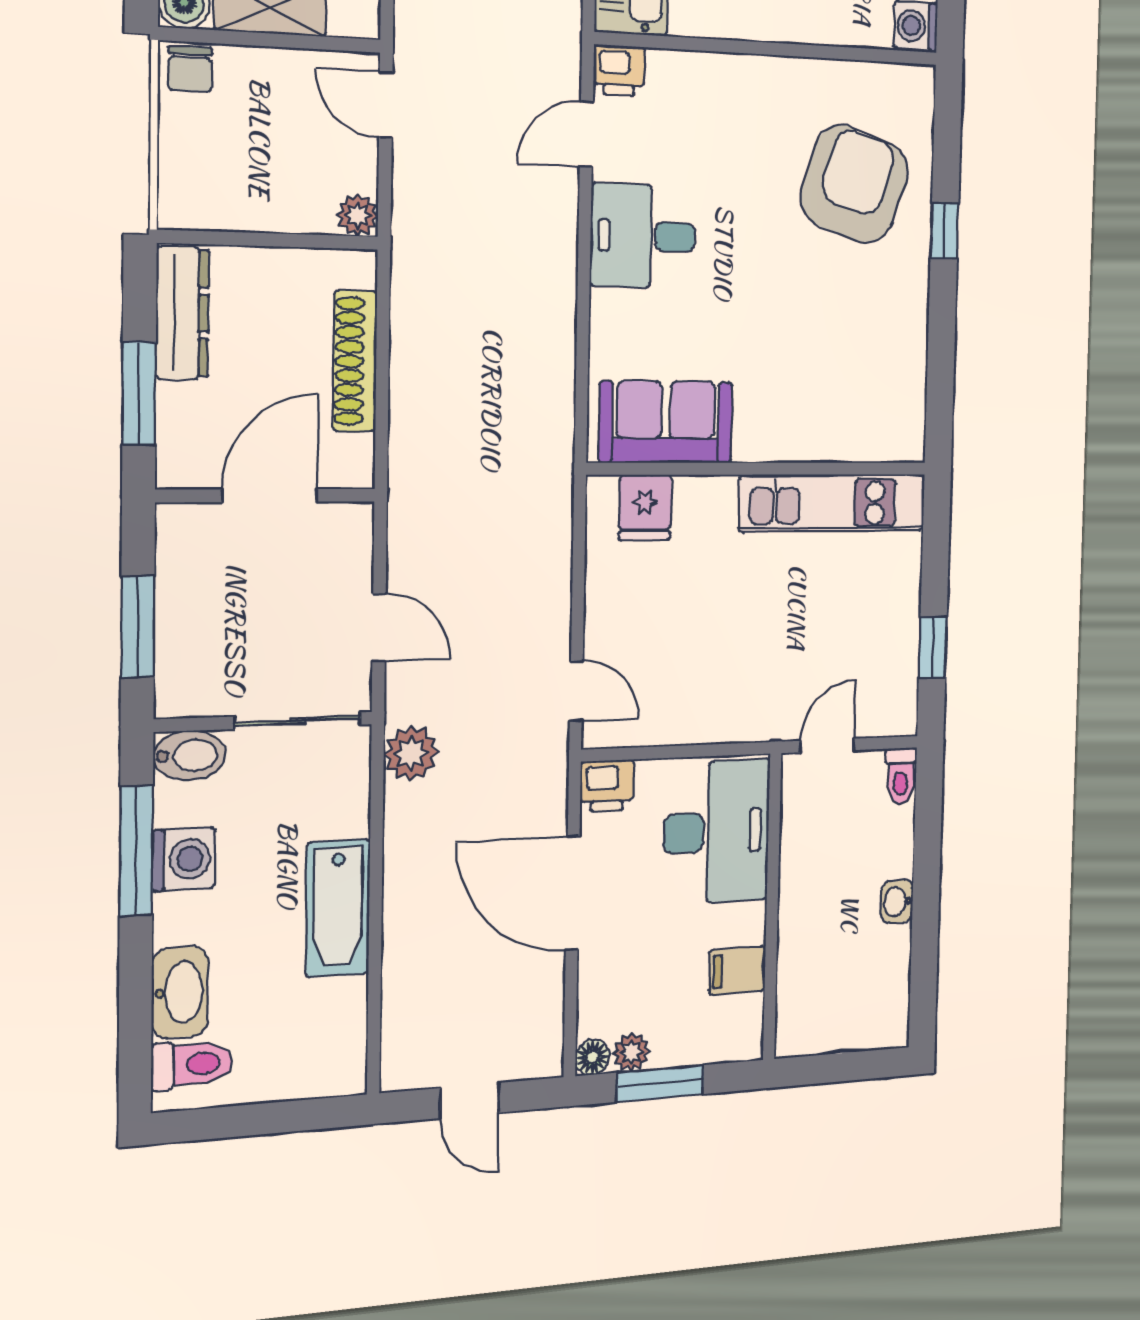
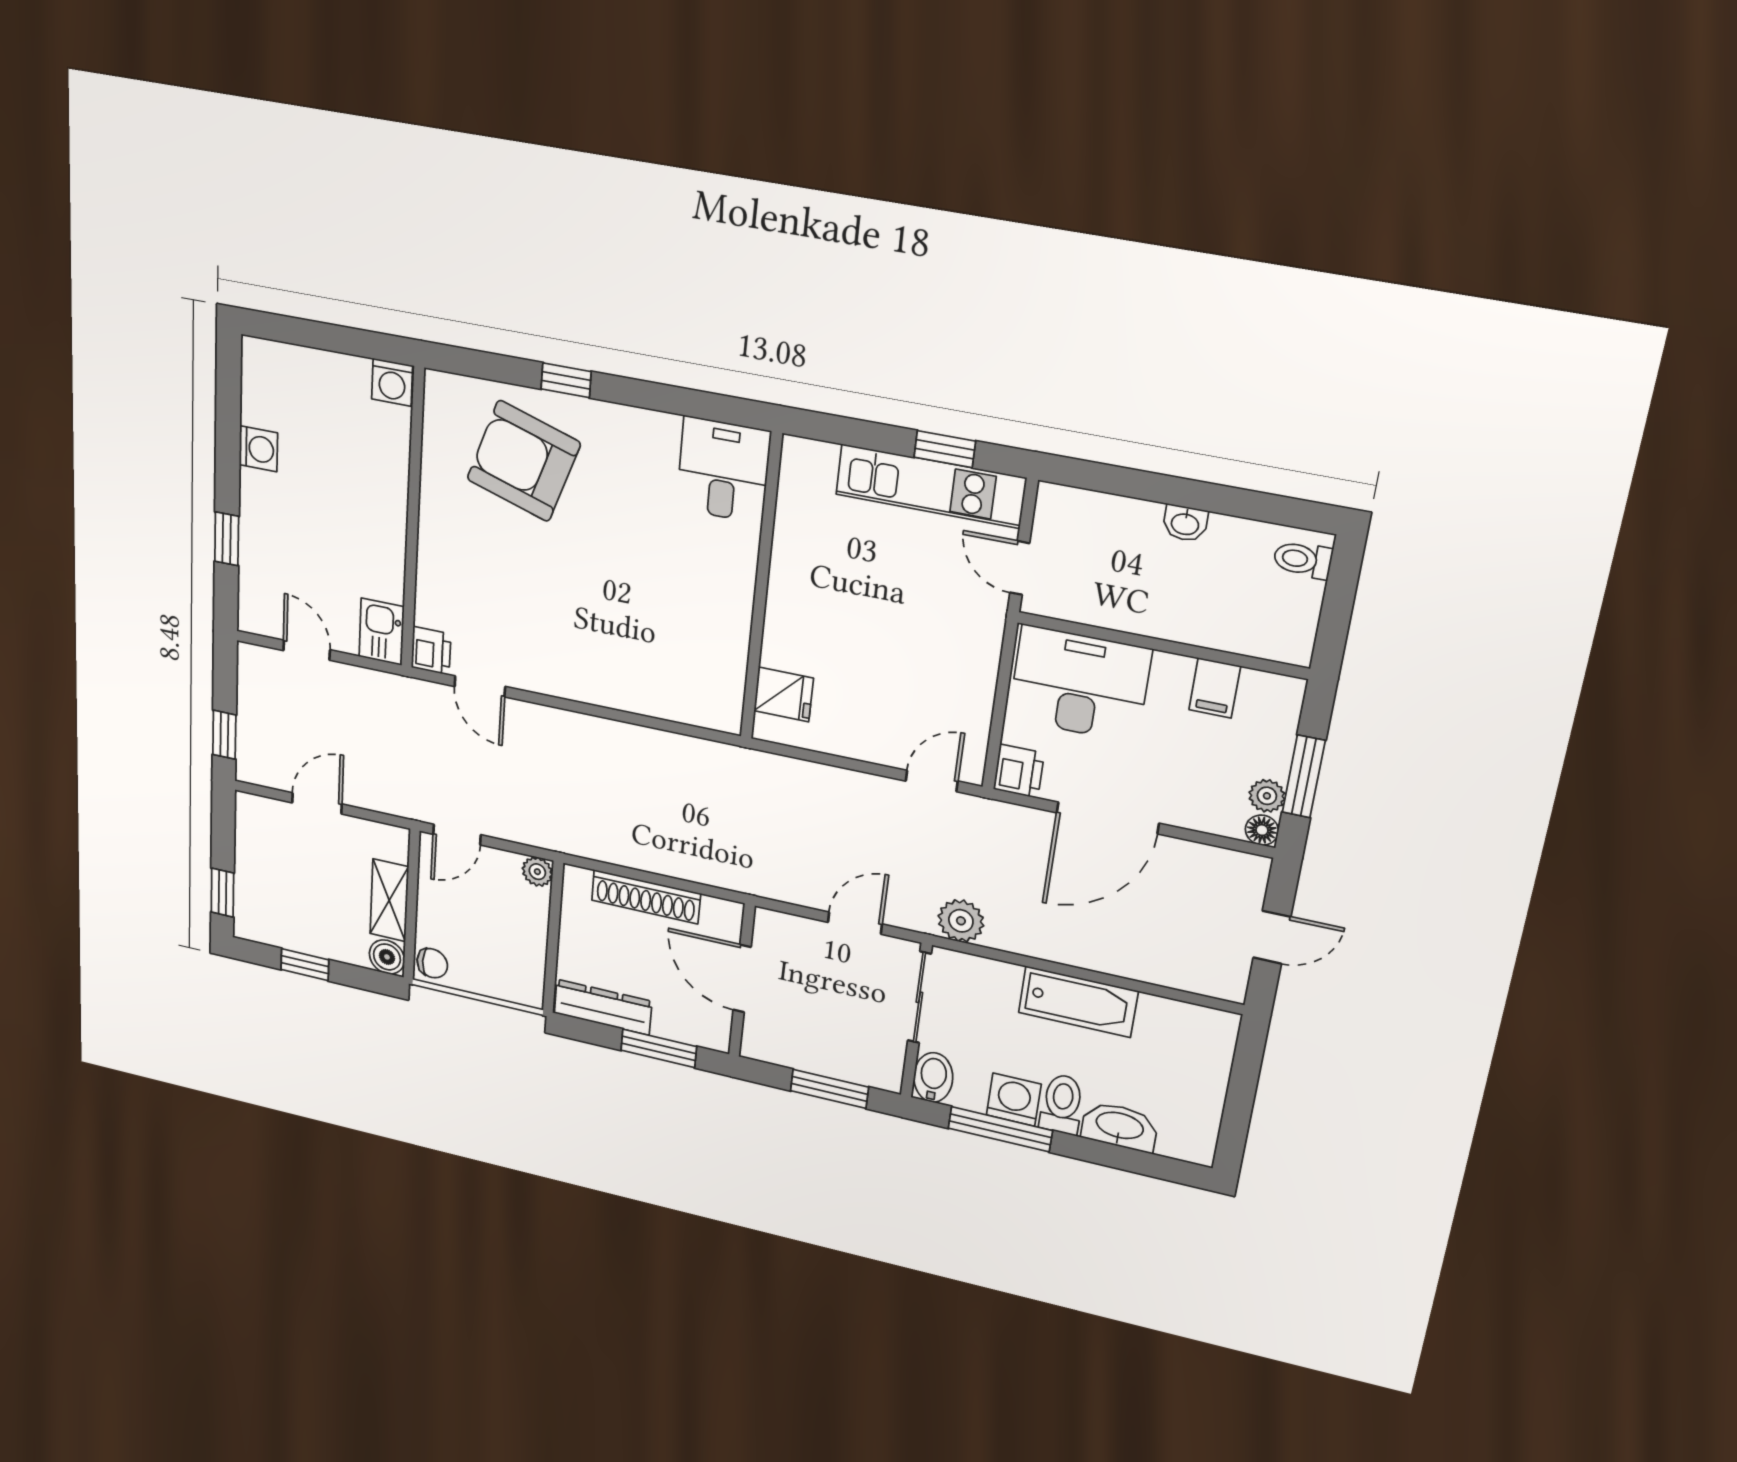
desk: (643, 236) -> (723, 470), moved, turned 180
sofa: (666, 422) -> (714, 664), removed
kitchen unit: (833, 503) -> (930, 486), moved, turned 90
toilet: (901, 776) -> (1303, 560), moved, turned 180
toilet: (192, 1064) -> (1062, 1104), moved

